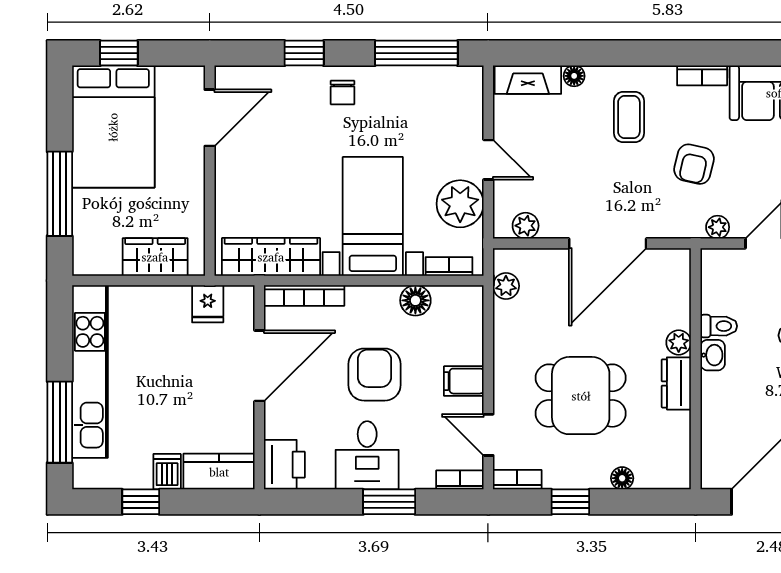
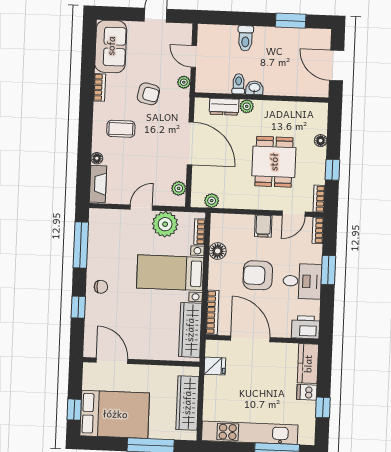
wardrobe: (155, 257) -> (187, 403), width x1.50
dresser: (676, 383) -> (224, 107), moved

